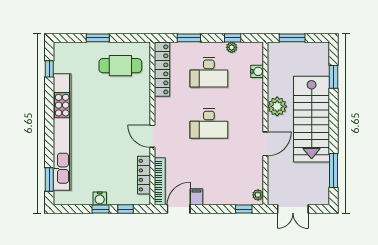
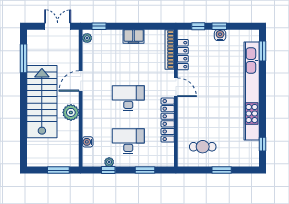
cafe table: (120, 66) -> (203, 147), width x0.73, depth x0.74
locker: (162, 69) -> (168, 120), moved
window: (333, 77) -> (23, 137), removed
filing cabinet: (196, 197) -> (134, 36), width x2.00
door: (179, 209) -> (154, 26), removed

